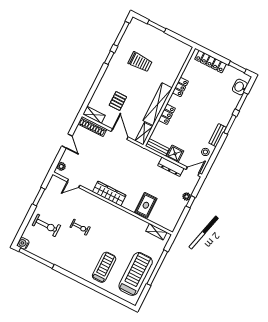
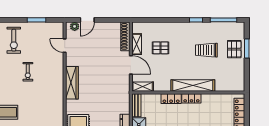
pallet: (152, 37) -> (234, 49), added
trolley: (140, 62) -> (206, 50), turned 90
locker: (180, 87) -> (191, 98), moved
shelving: (158, 104) -> (193, 86), moved
shelving: (94, 115) -> (137, 44), moved
door: (120, 134) -> (131, 65), hinge flipped
door: (67, 141) -> (87, 20), moved

